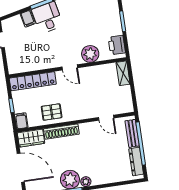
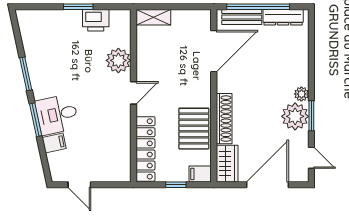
printer: (117, 45) -> (96, 20), moved
pallet: (52, 112) -> (194, 129), width x1.50, depth x1.42
door: (106, 118) -> (214, 51), width x1.87

